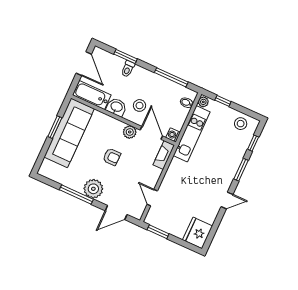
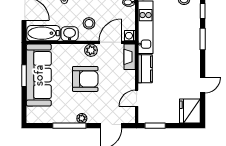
door: (151, 133) -> (110, 42), hinge flipped
armchair: (112, 157) -> (85, 79), width x1.88, depth x1.88
kitchen counter: (173, 173) -> (145, 69), added
plant: (93, 189) -> (82, 118), width x0.53, depth x0.53
door: (152, 198) -> (137, 98), hinge flipped
door: (227, 200) -> (203, 85), moved

